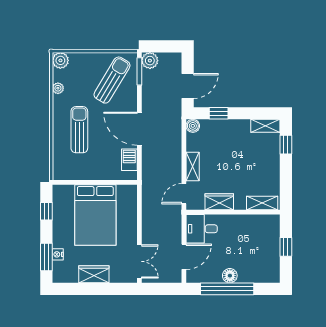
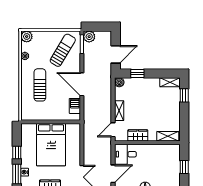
window: (46, 211) -> (17, 152), moved

